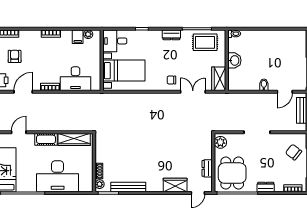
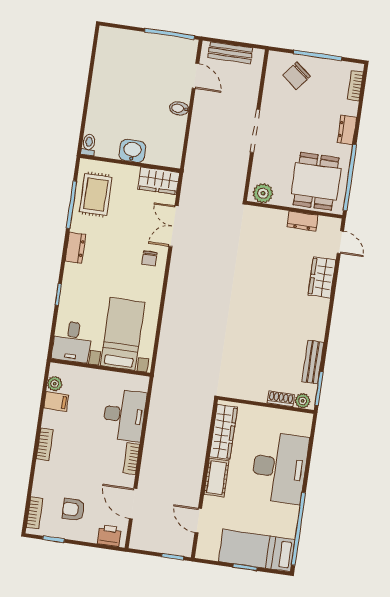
dining table: (232, 173) -> (316, 181), turned 90
bench: (128, 187) -> (313, 362), width x0.73

